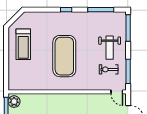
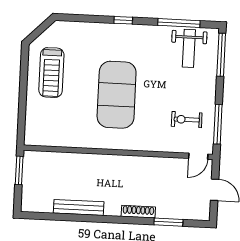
weight bench: (110, 48) -> (189, 48), moved
door: (117, 92) -> (198, 156), hinge flipped
plant: (14, 102) -> (32, 164), removed

